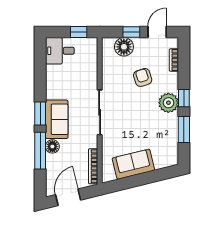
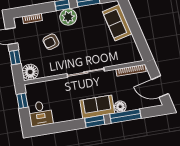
floor lamp: (124, 47) -> (30, 72), moved
sofa: (133, 164) -> (117, 23), moved

